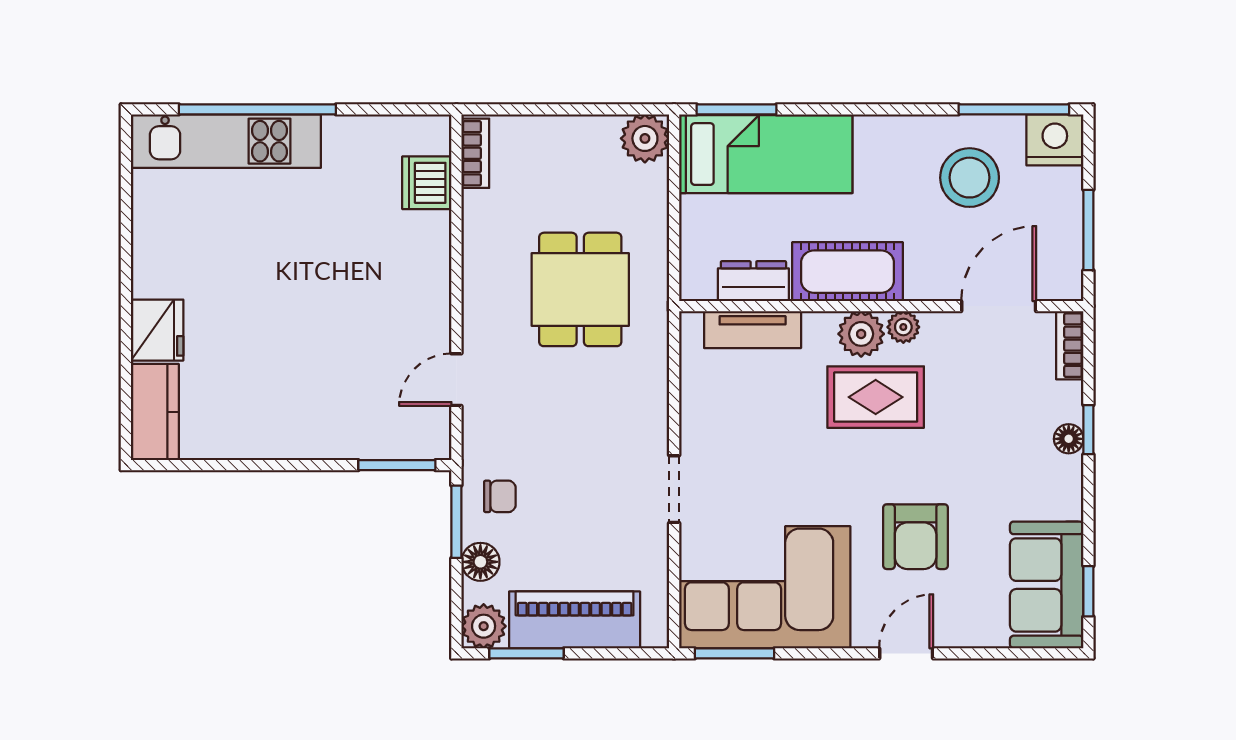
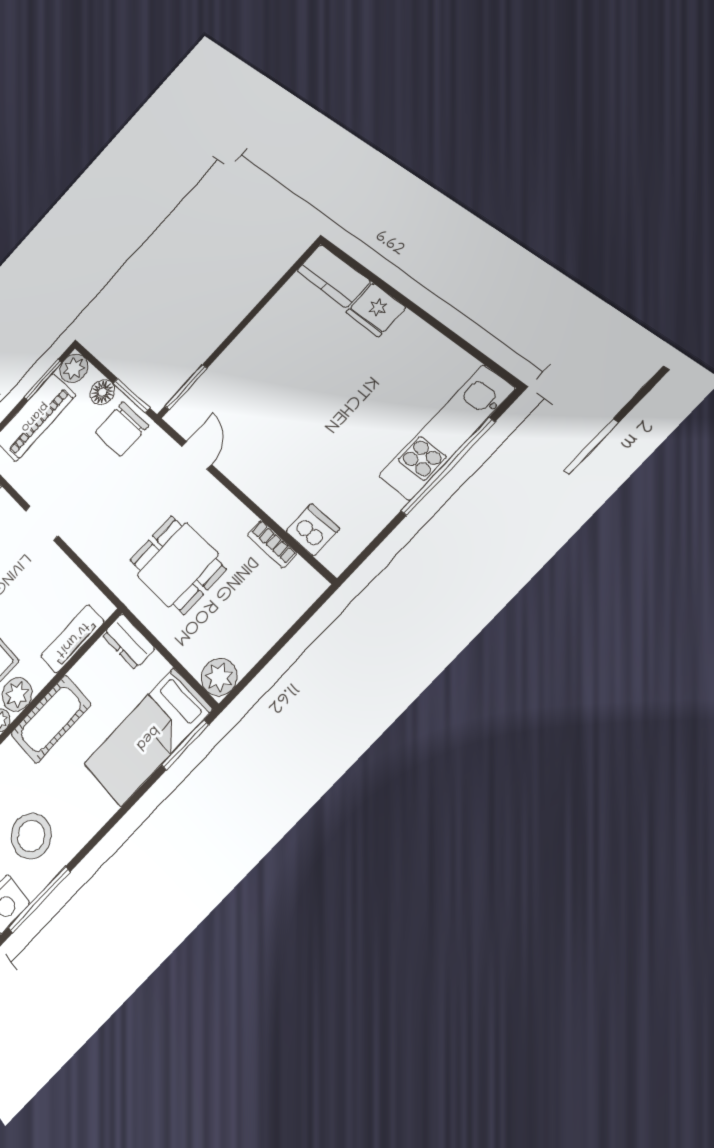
bookcase: (475, 153) -> (272, 544), moved
dresser: (753, 281) -> (128, 642), moved, turned 90
chair: (500, 496) -> (122, 429), width x1.87, depth x1.87

